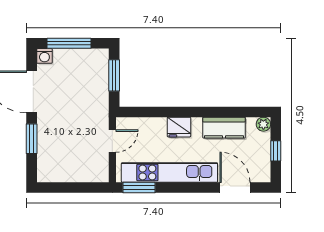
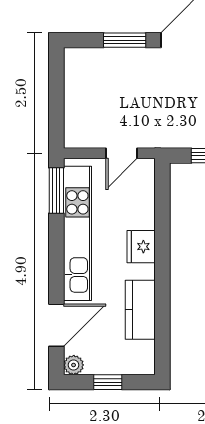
plant: (263, 124) -> (74, 365), moved
door: (112, 141) -> (122, 153), hinge flipped

